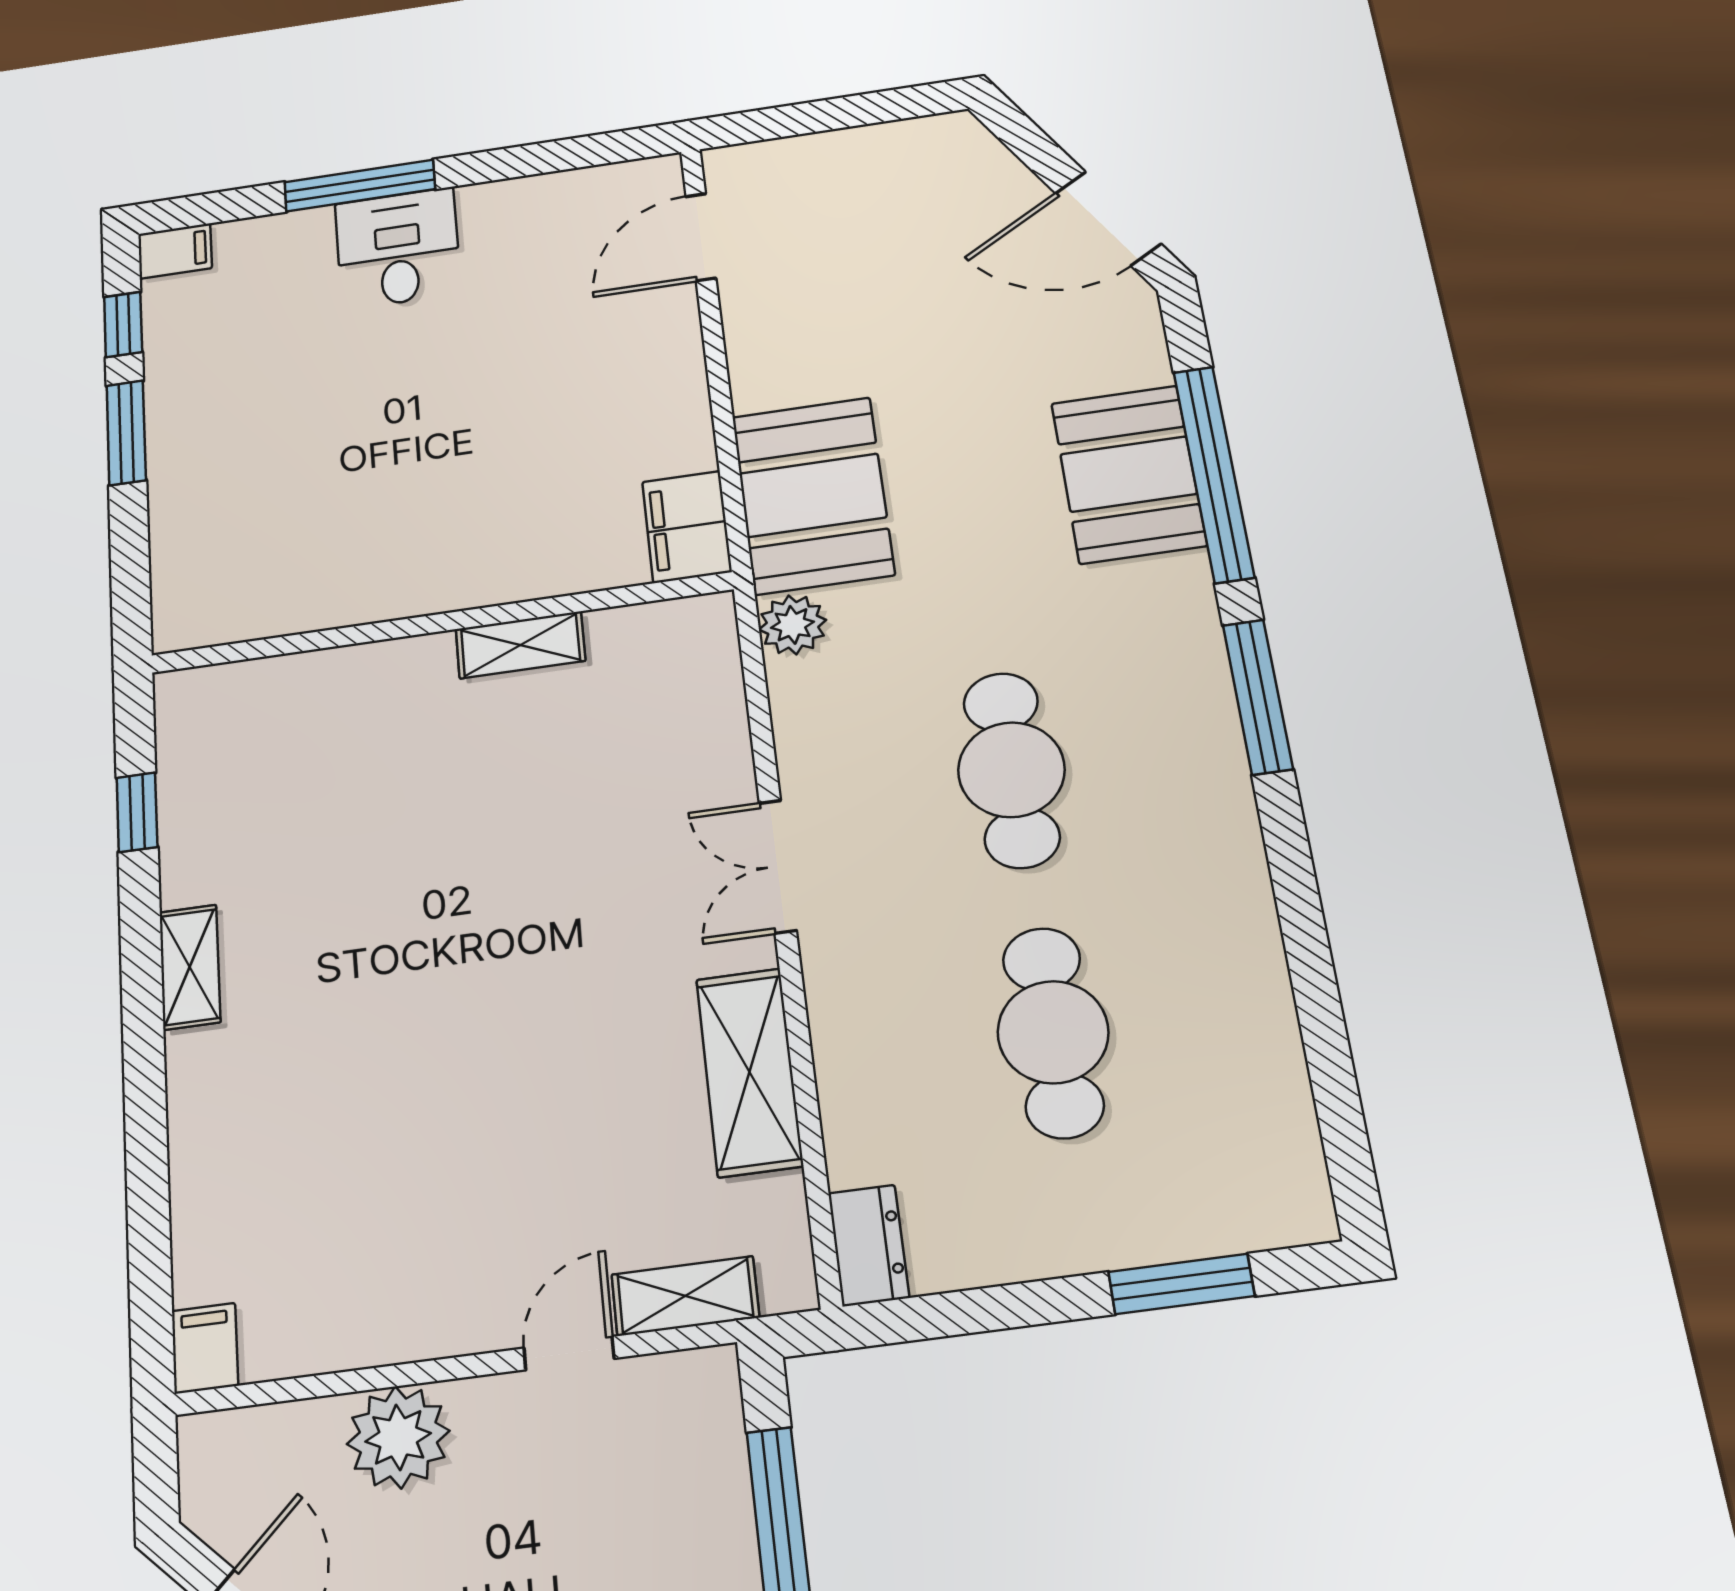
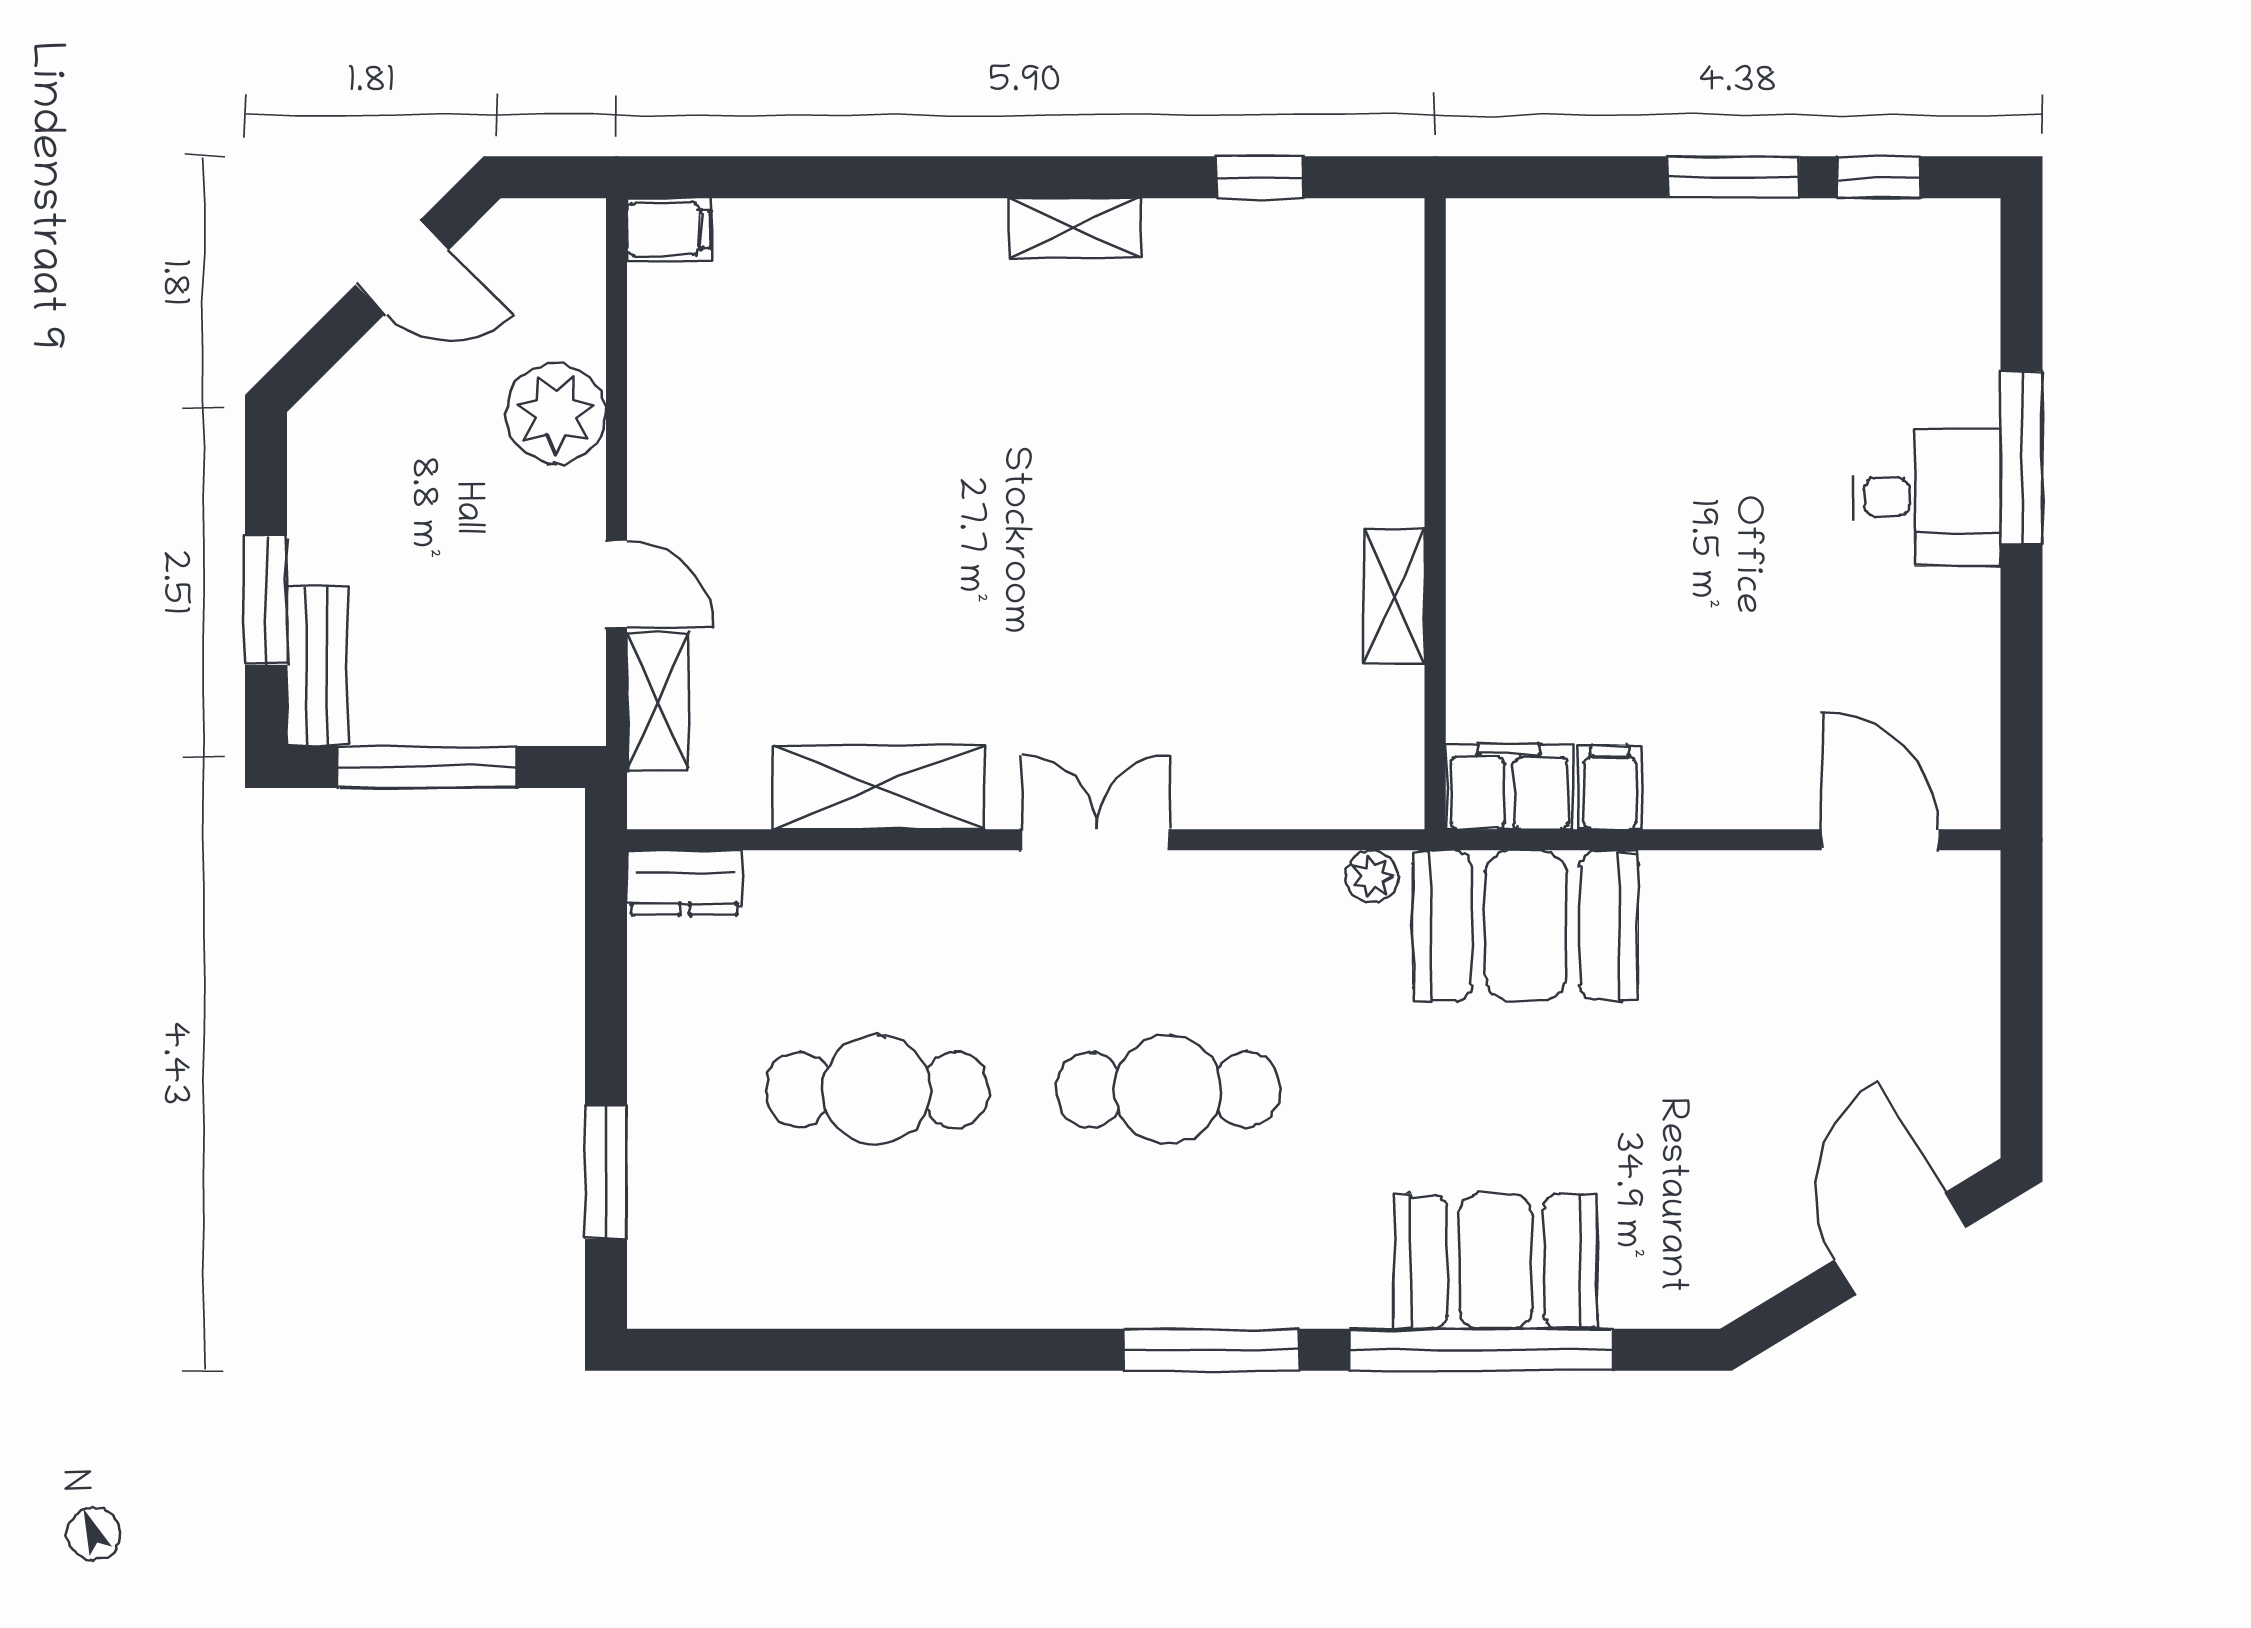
door: (1108, 219) -> (1901, 1244), moved
filing cabinet: (175, 251) -> (1610, 787), moved, turned 180
plant: (793, 625) -> (1372, 876), width x0.73, depth x0.73

